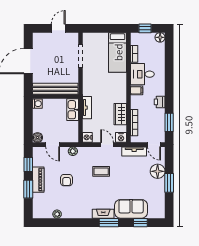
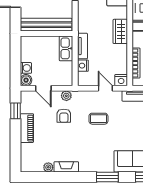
washing machine: (37, 104) -> (26, 68), moved
wardrobe: (120, 114) -> (120, 31), moved
nightstand: (87, 137) -> (83, 66), moved
armchair: (67, 180) -> (64, 116), moved
window: (28, 189) -> (16, 139), removed
fireplace: (103, 214) -> (66, 167), moved

